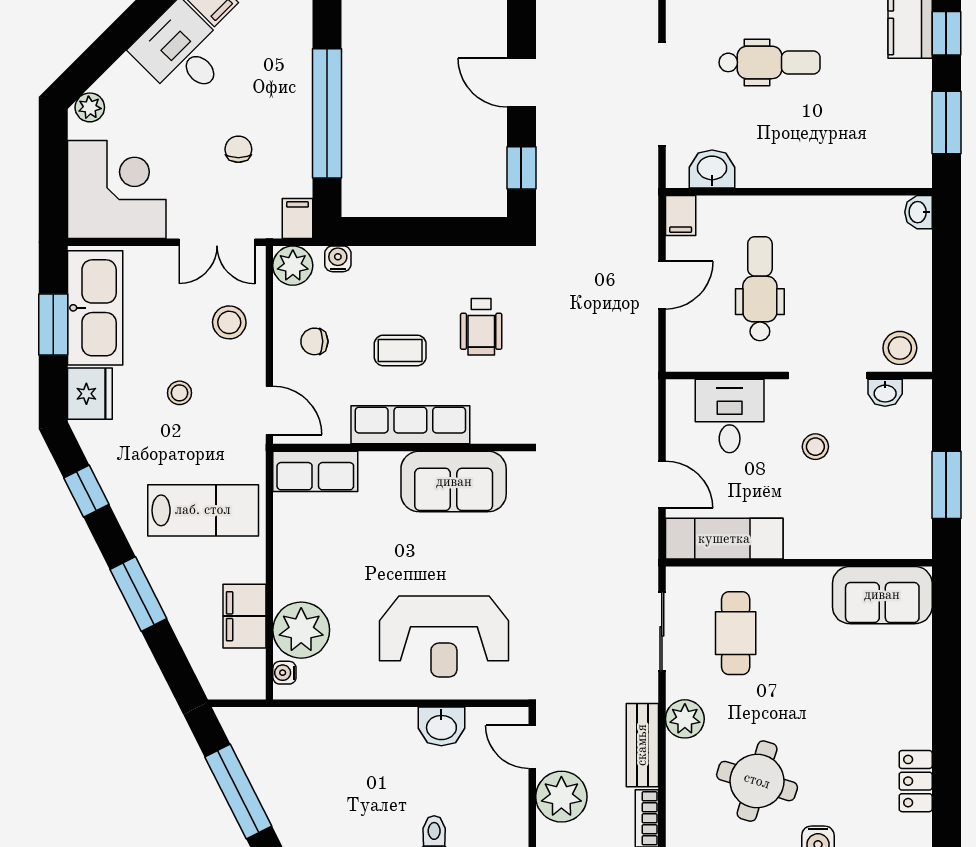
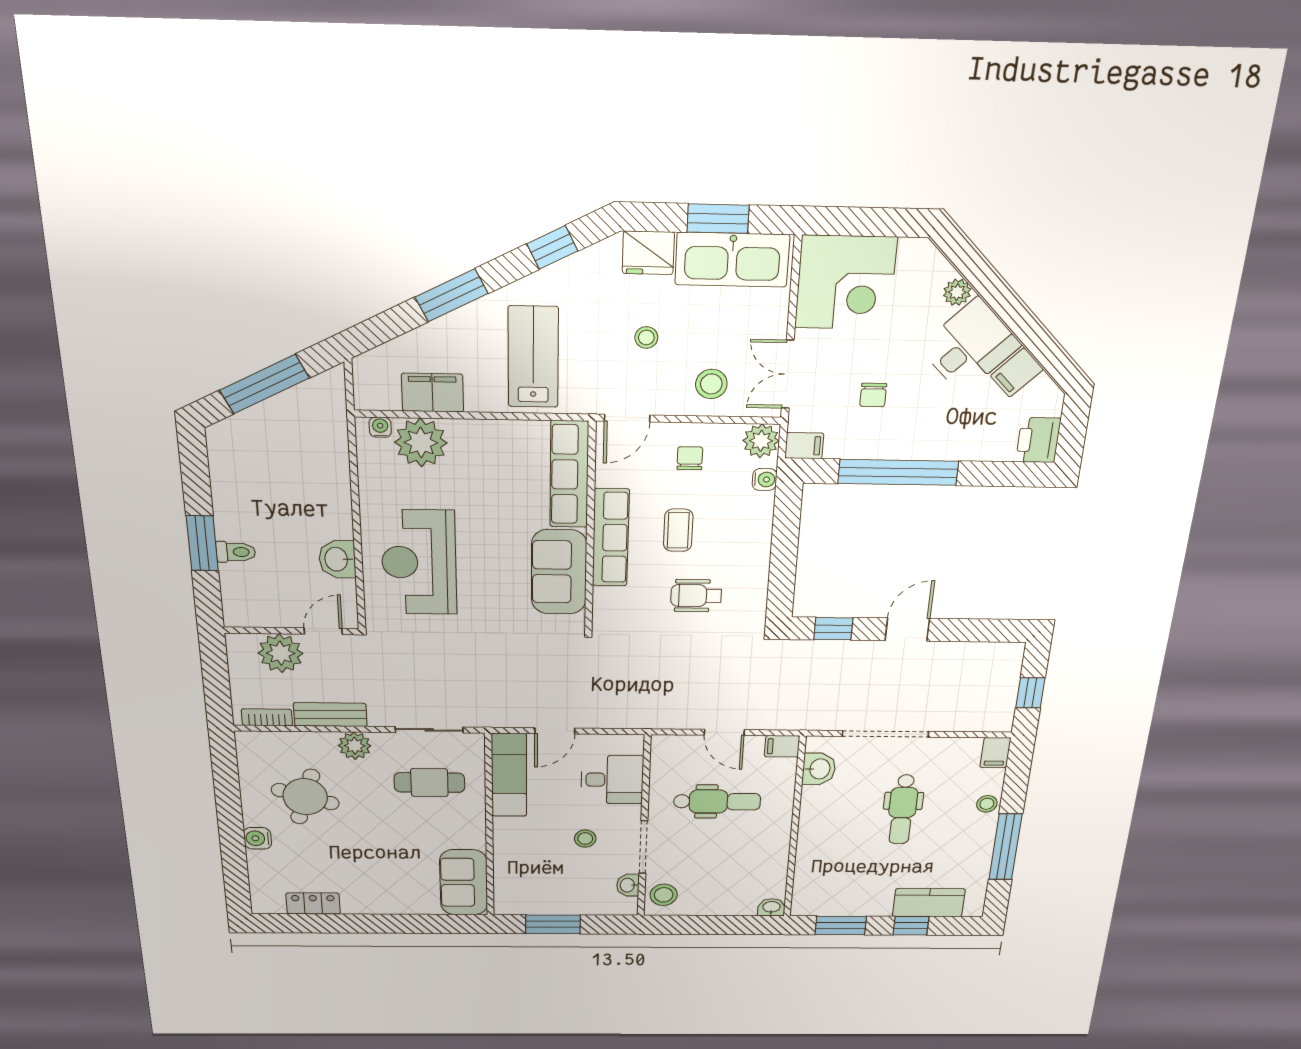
plant: (90, 107) -> (957, 292), moved
chair: (238, 149) -> (873, 395), turned 90
row of seats: (315, 471) -> (569, 475), width x1.48
lab bench: (203, 510) -> (533, 357), turned 180

